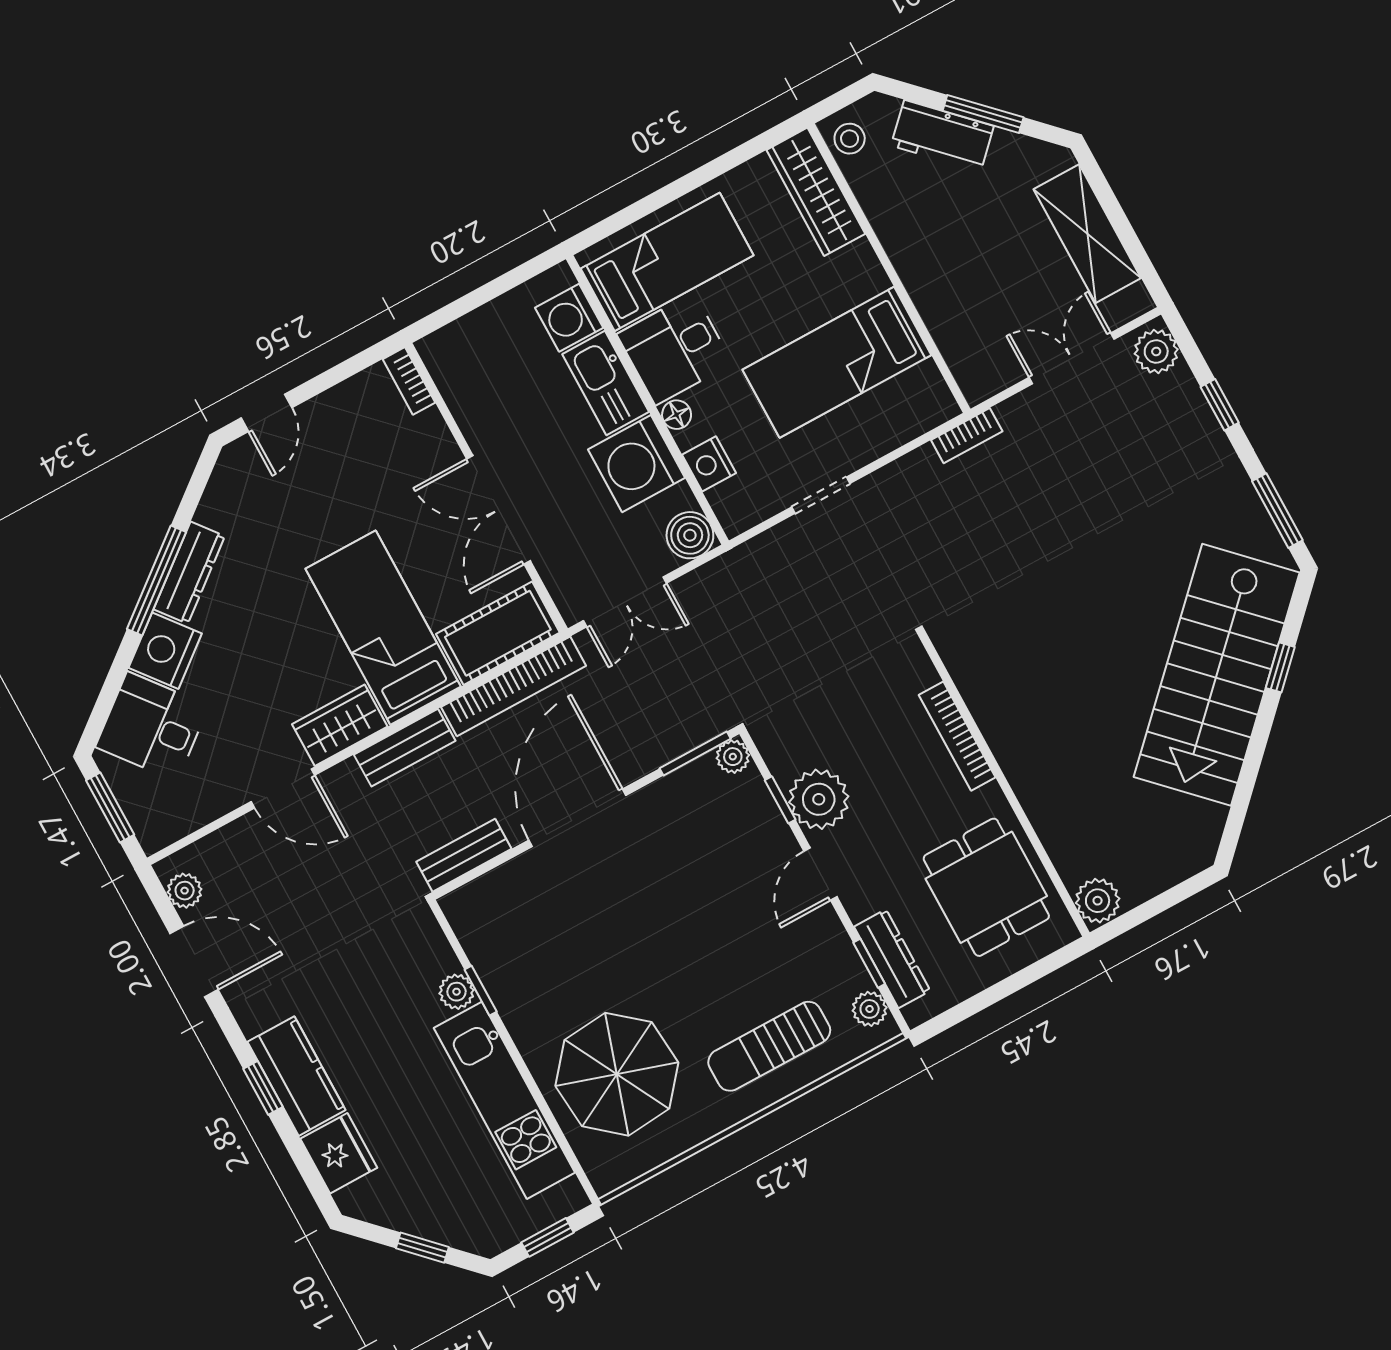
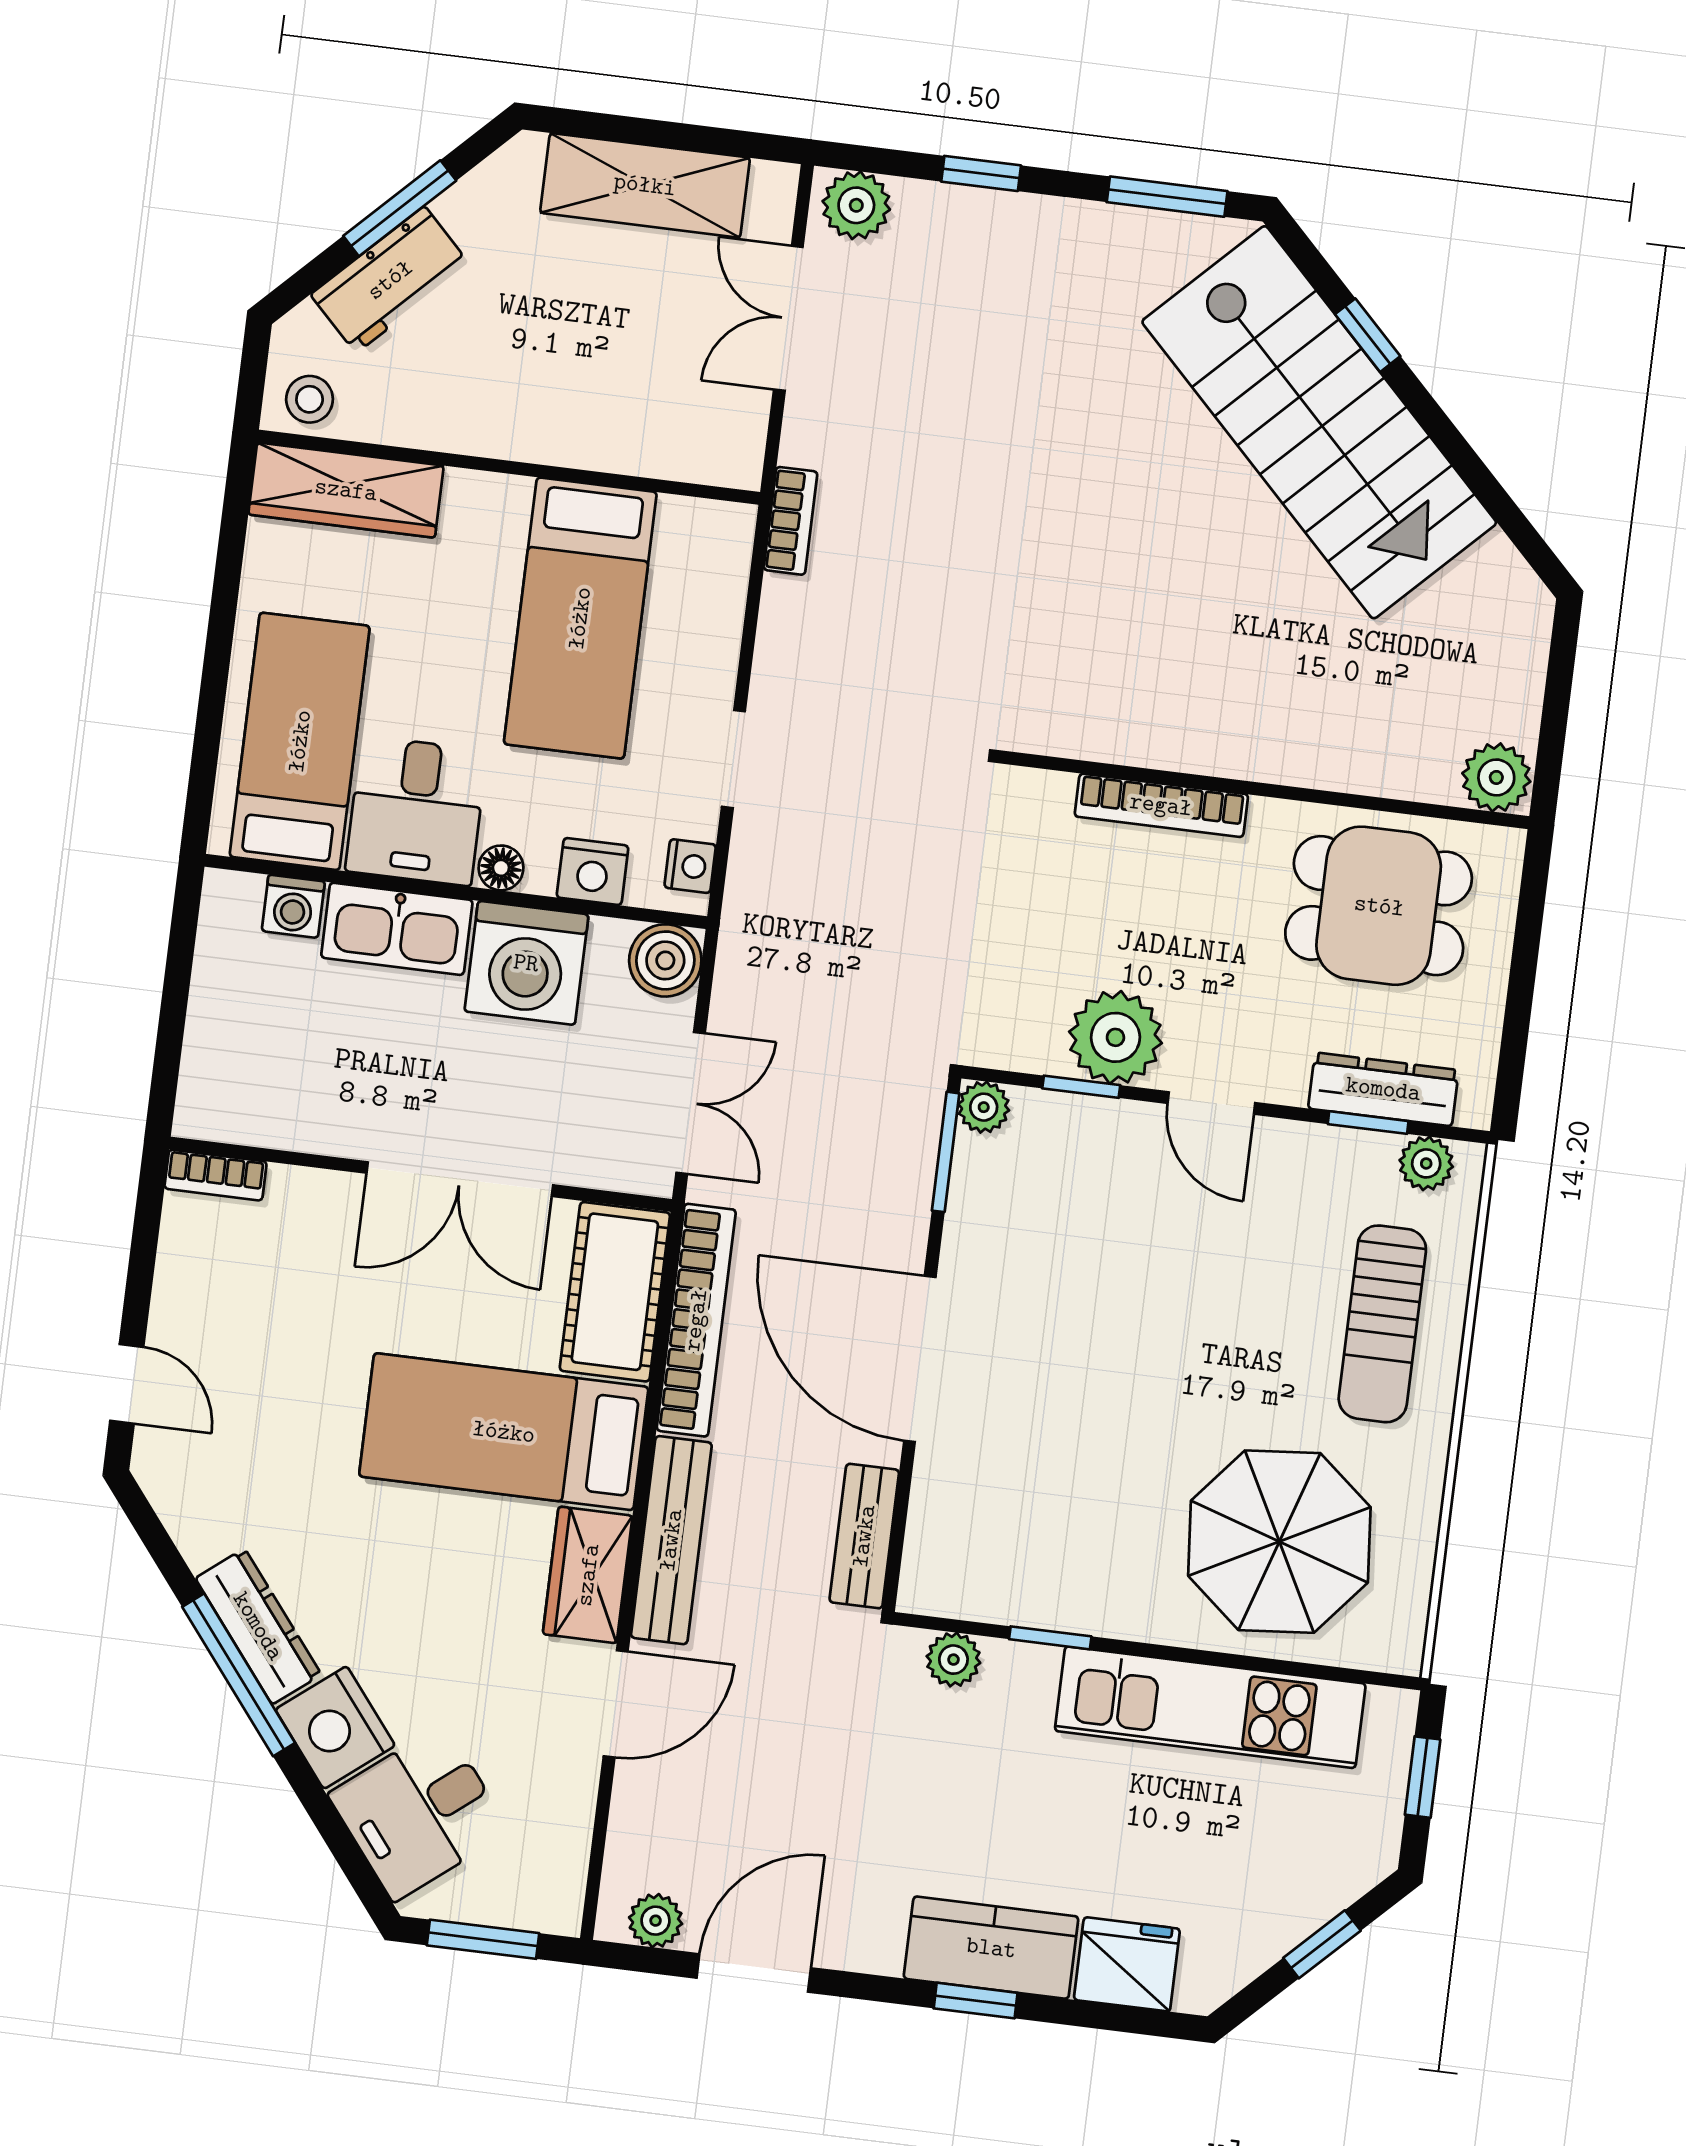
washing machine: (569, 318) -> (293, 906), width x0.73, depth x0.73
nightstand: (749, 513) -> (690, 866), added
bench: (405, 748) -> (671, 1540), width x1.36
plant: (457, 992) -> (953, 1660), moved

